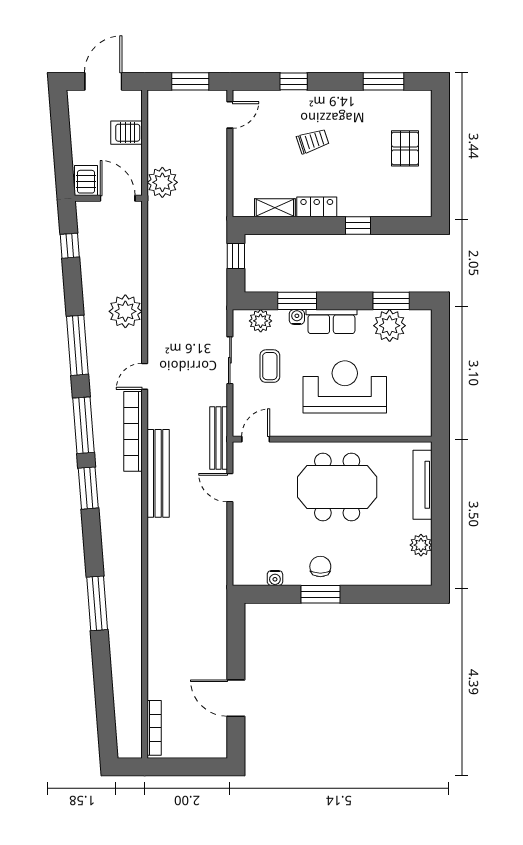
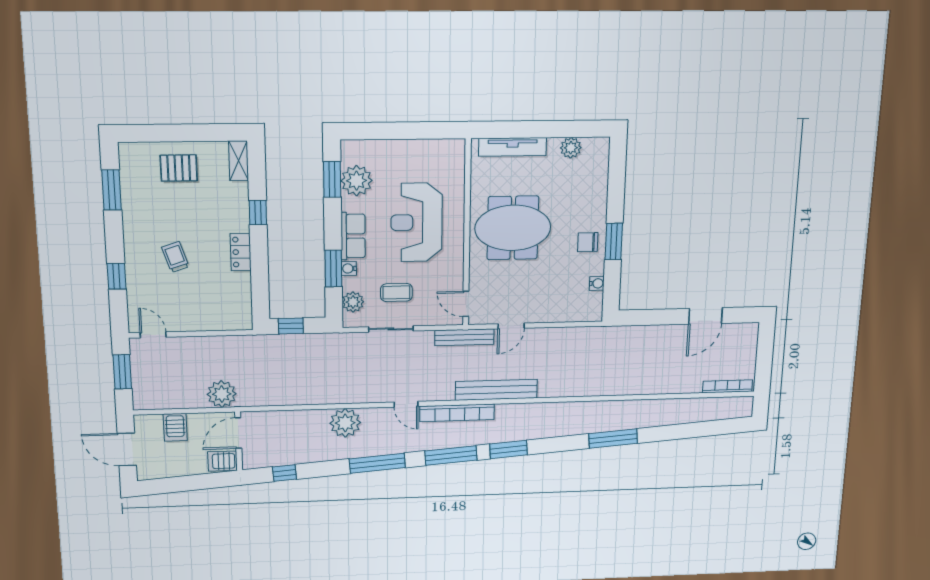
shelving: (275, 208) -> (239, 161), moved
meeting table: (337, 487) -> (513, 228), turned 90

